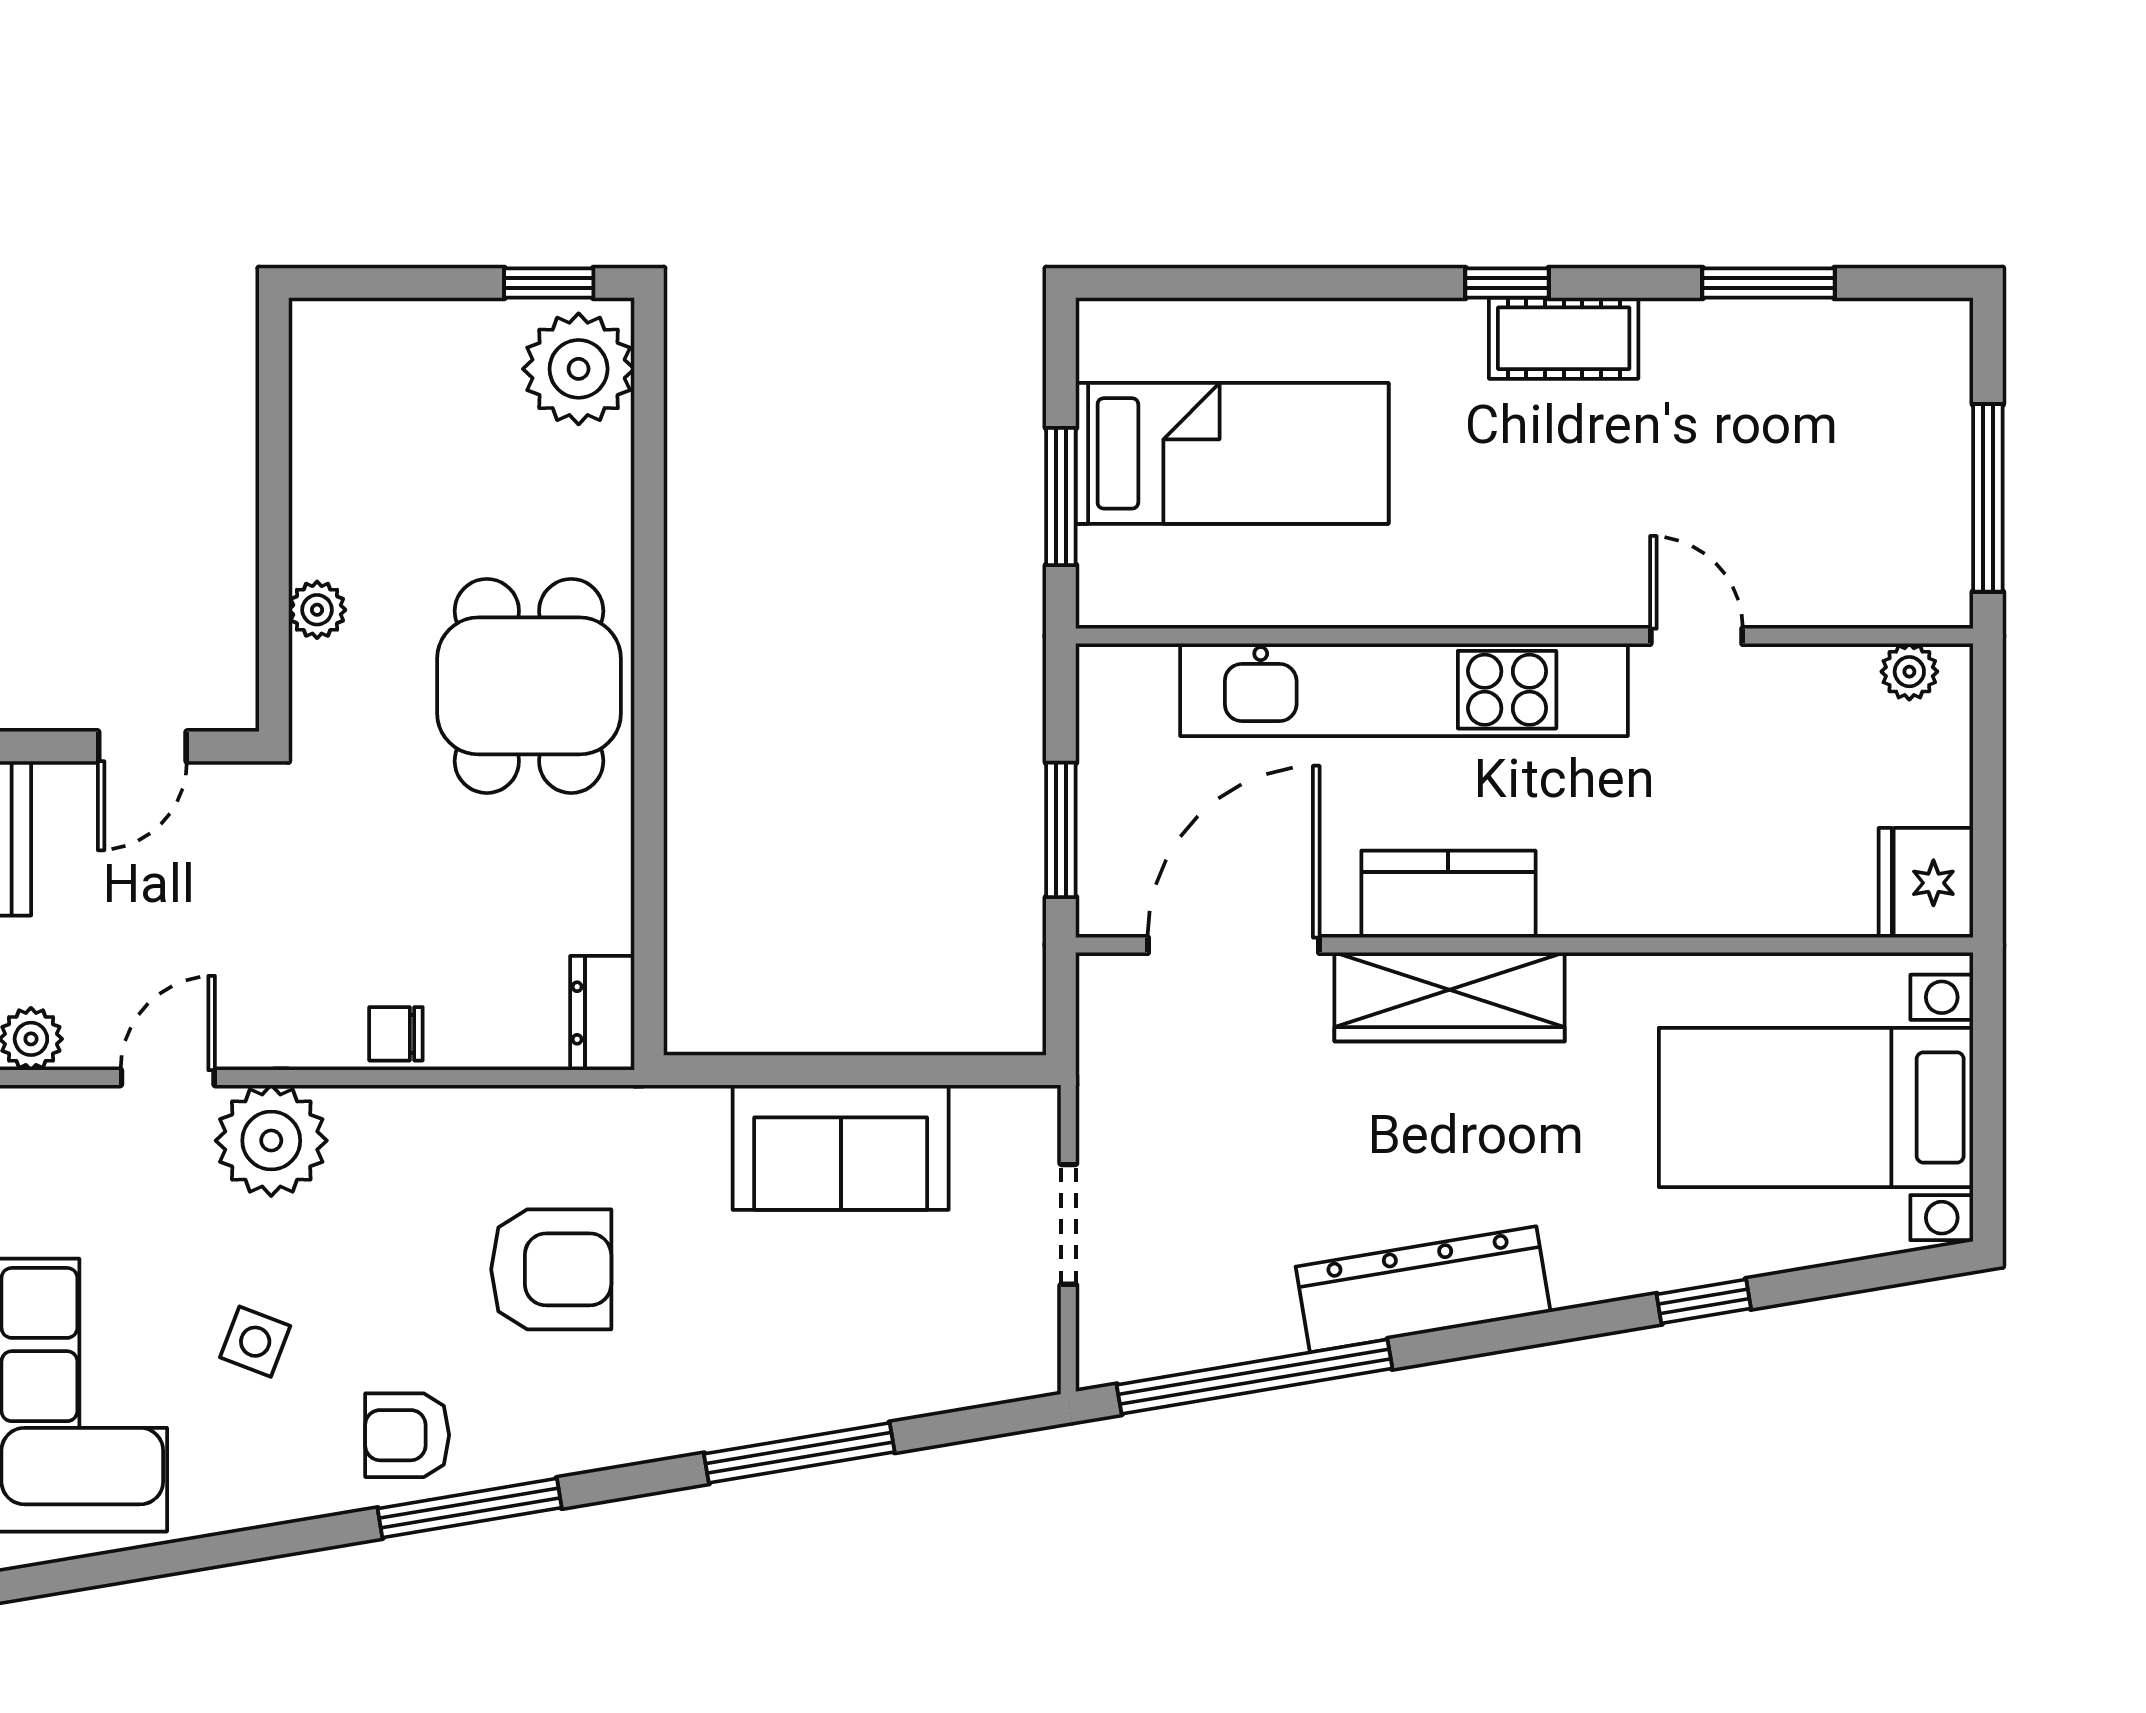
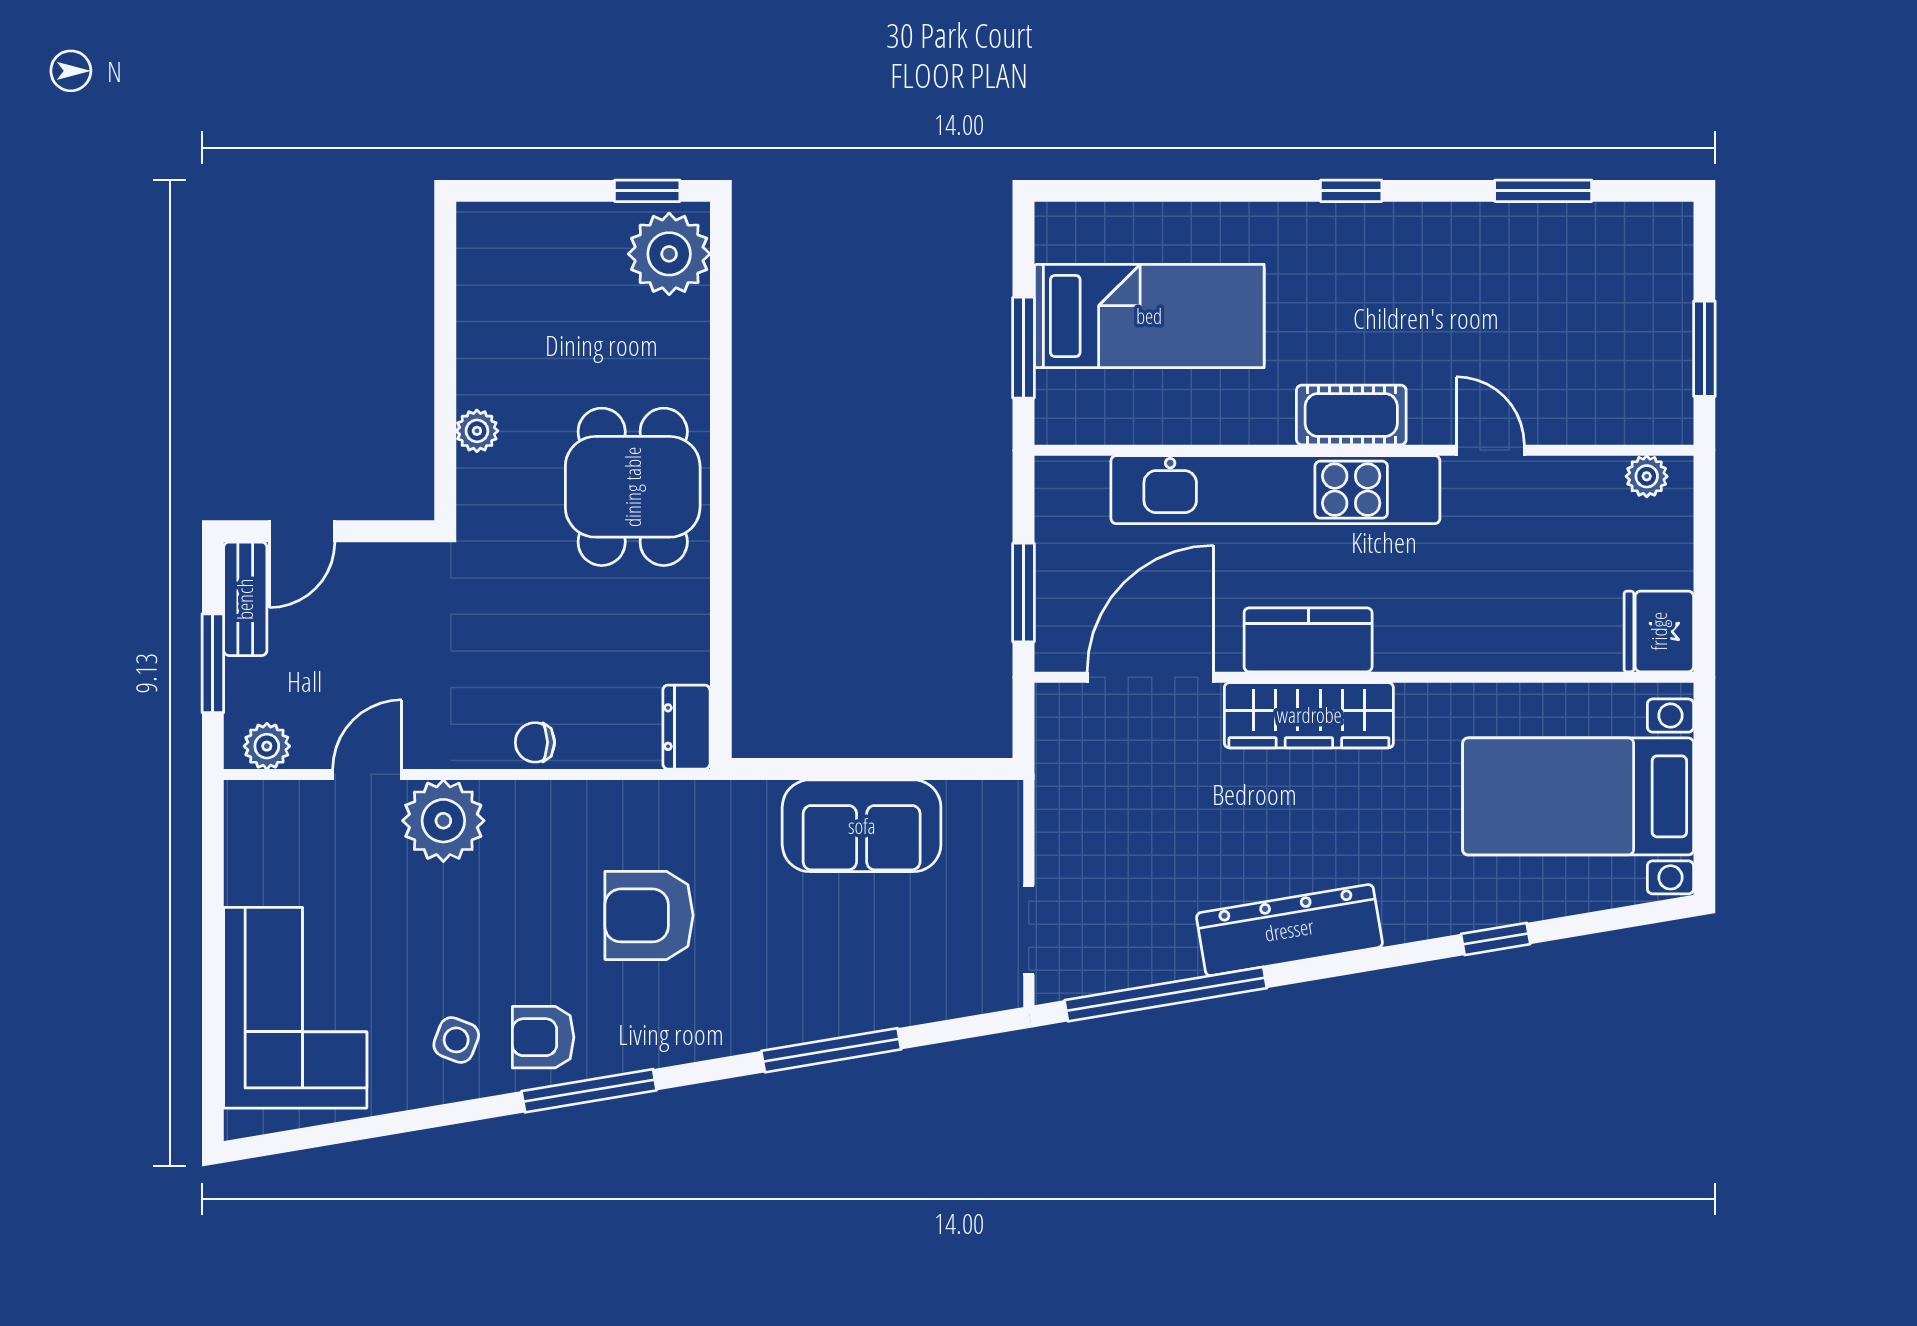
cot: (1564, 338) -> (1351, 415), moved
window: (1988, 498) -> (1704, 349), width x0.69
door: (142, 746) -> (302, 531), moved
doorway: (1068, 1224) -> (1029, 930), moved
armchair: (551, 1269) -> (649, 915), turned 180
side table: (255, 1342) -> (456, 1040), moved

